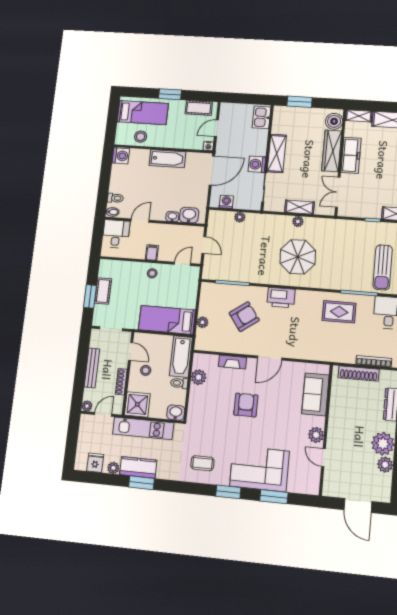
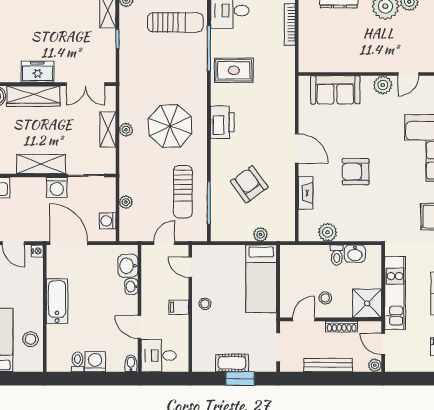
freezer: (351, 155) -> (38, 72), width x0.71
washing machine: (121, 156) -> (95, 362), moved
toilet: (115, 198) -> (77, 362), moved
sun lounger: (244, 263) -> (183, 192), added
printer: (281, 298) -> (222, 122), moved
rug: (339, 312) -> (234, 70), turned 90
bathtub: (181, 357) -> (305, 257), removed
shoe rack: (359, 373) -> (306, 41), removed
washbasin: (176, 413) -> (355, 254), moved, turned -90

